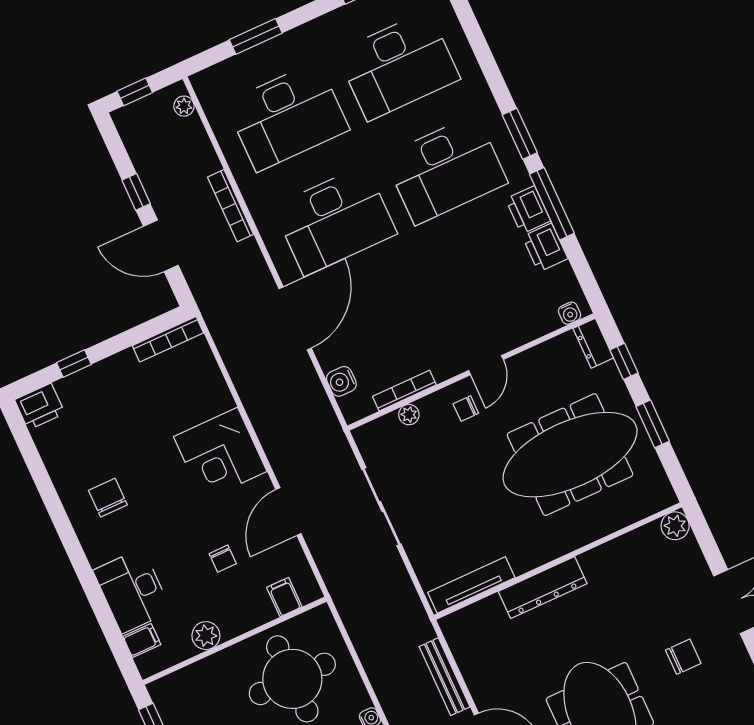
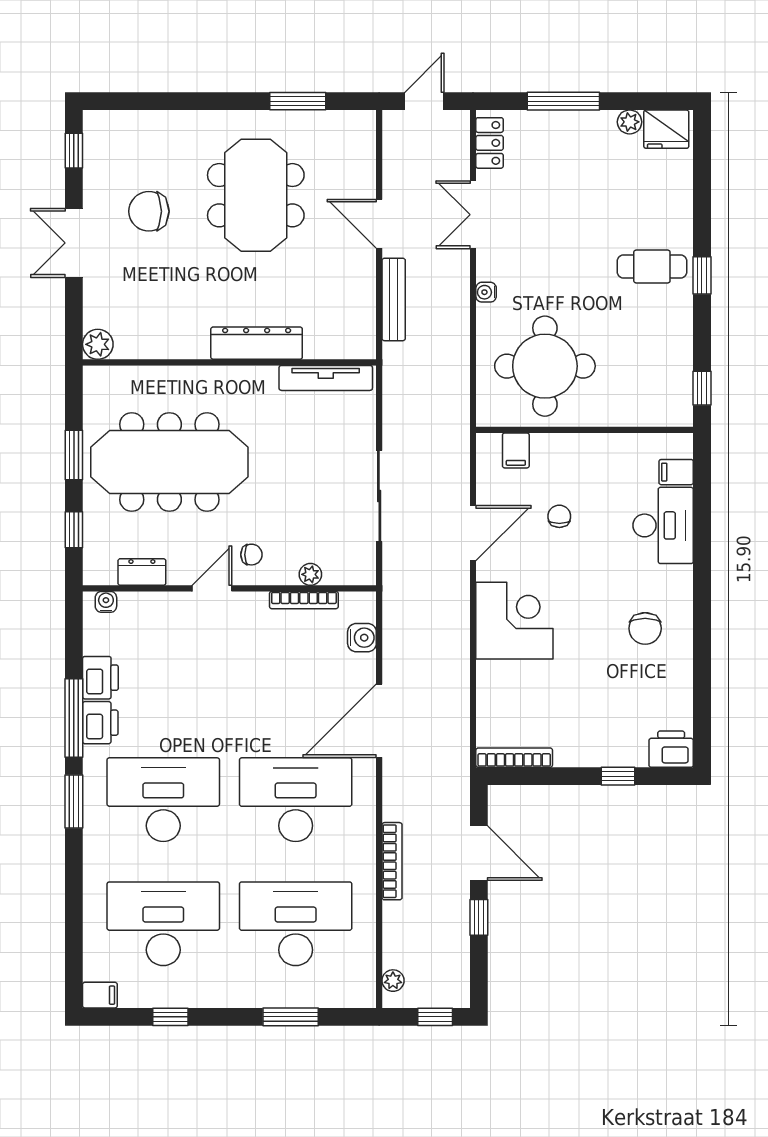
dresser: (593, 343) -> (142, 572), moved, turned -90
plant: (206, 636) -> (611, 448), removed
chair: (683, 657) -> (149, 211), width x1.37, depth x1.37

